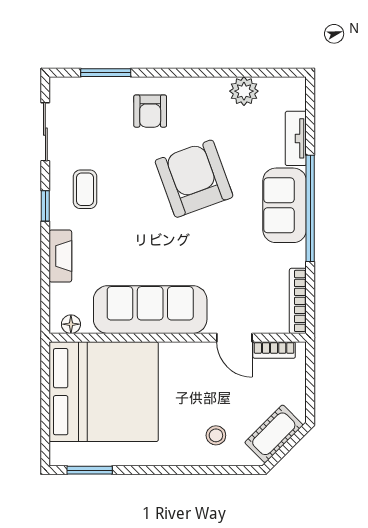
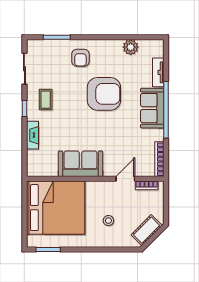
armchair: (194, 179) -> (104, 94), turned 110
sofa: (150, 310) -> (80, 164), width x0.73
floor lamp: (71, 324) -> (38, 172), removed
door: (234, 338) -> (125, 179), swing flipped
stool: (216, 435) -> (108, 221), moved

